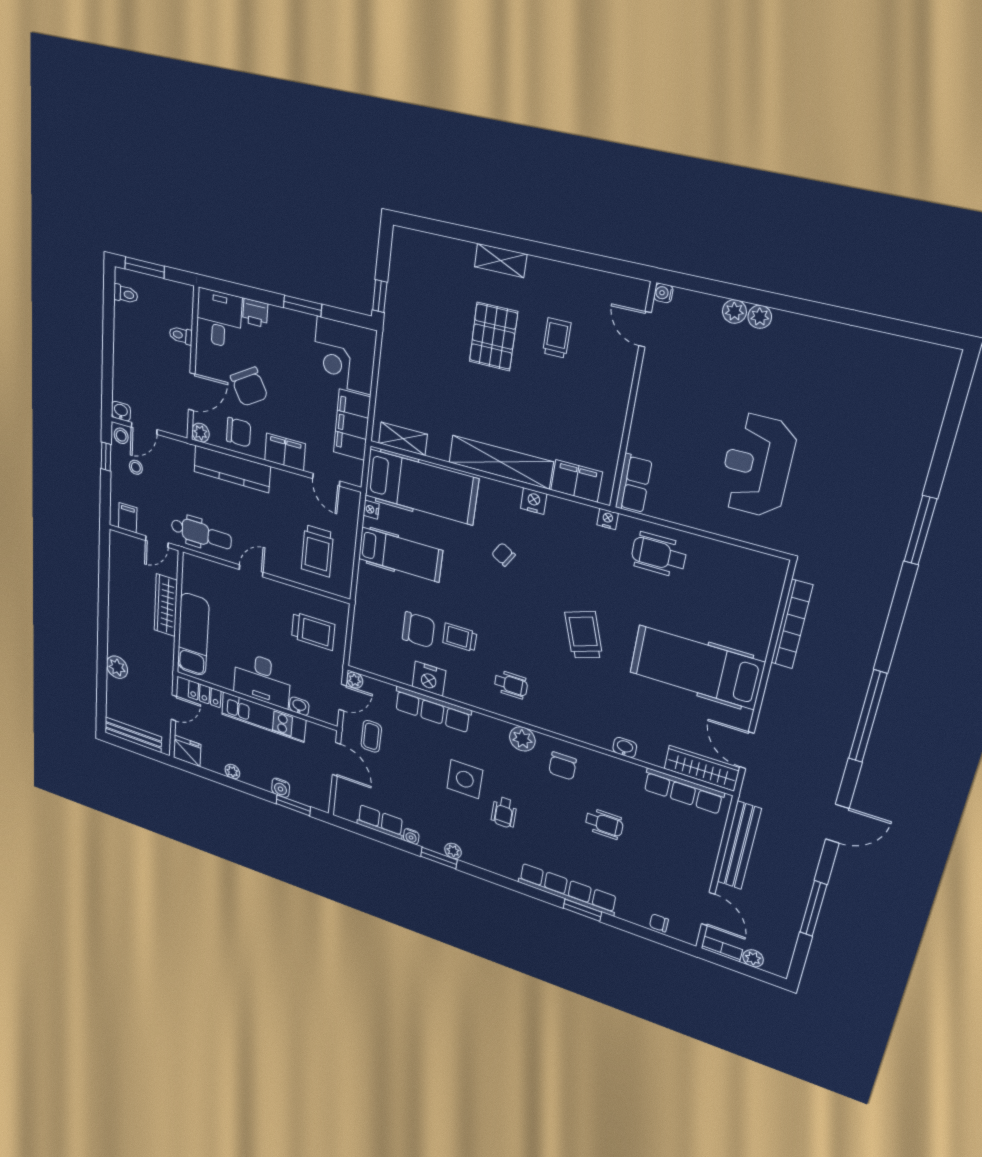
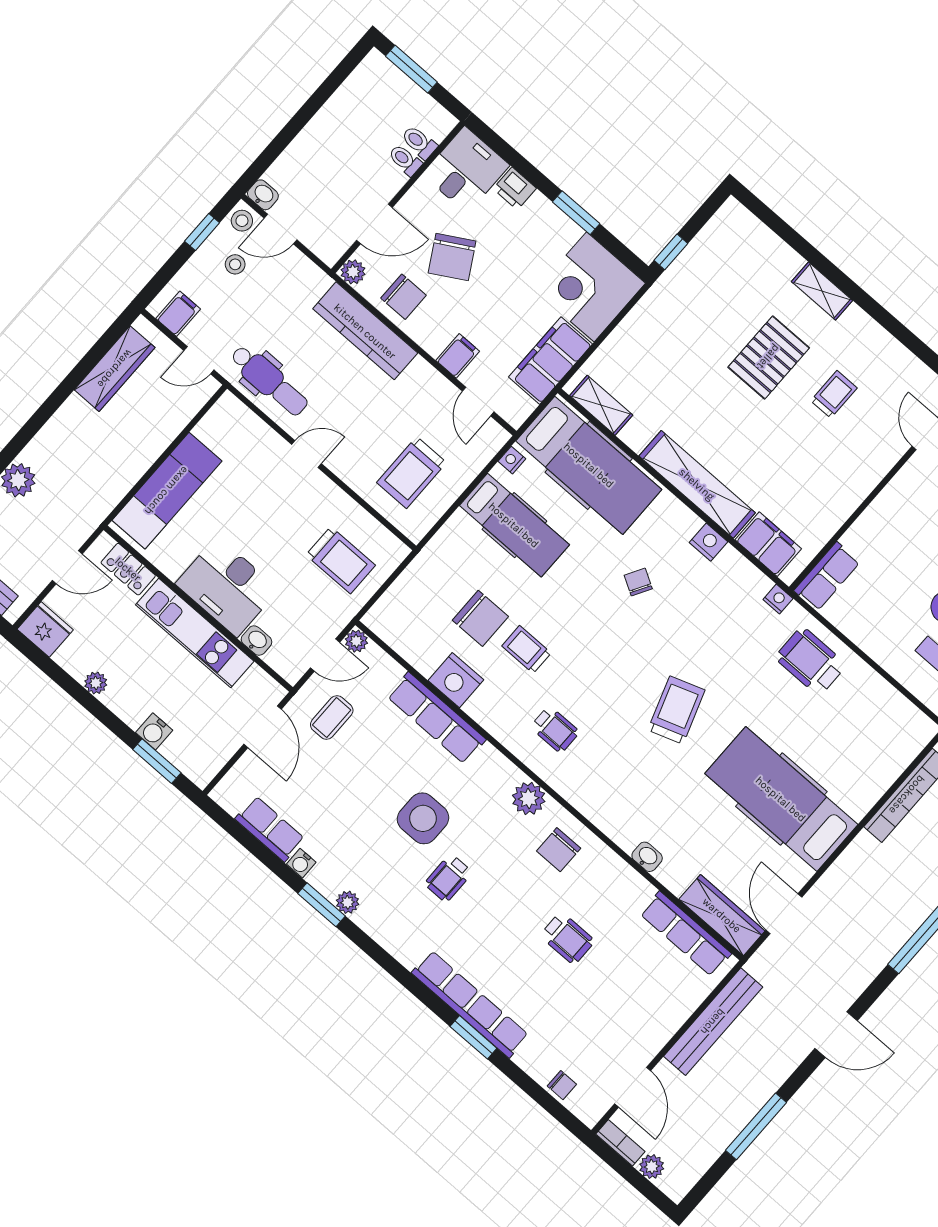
toilet: (126, 294) -> (419, 142), moved, turned 180
filing cabinet: (285, 452) -> (458, 356), width x0.50
wardrobe: (166, 605) -> (115, 369), moved, turned 180
chair: (659, 923) -> (562, 1085), turned 180

